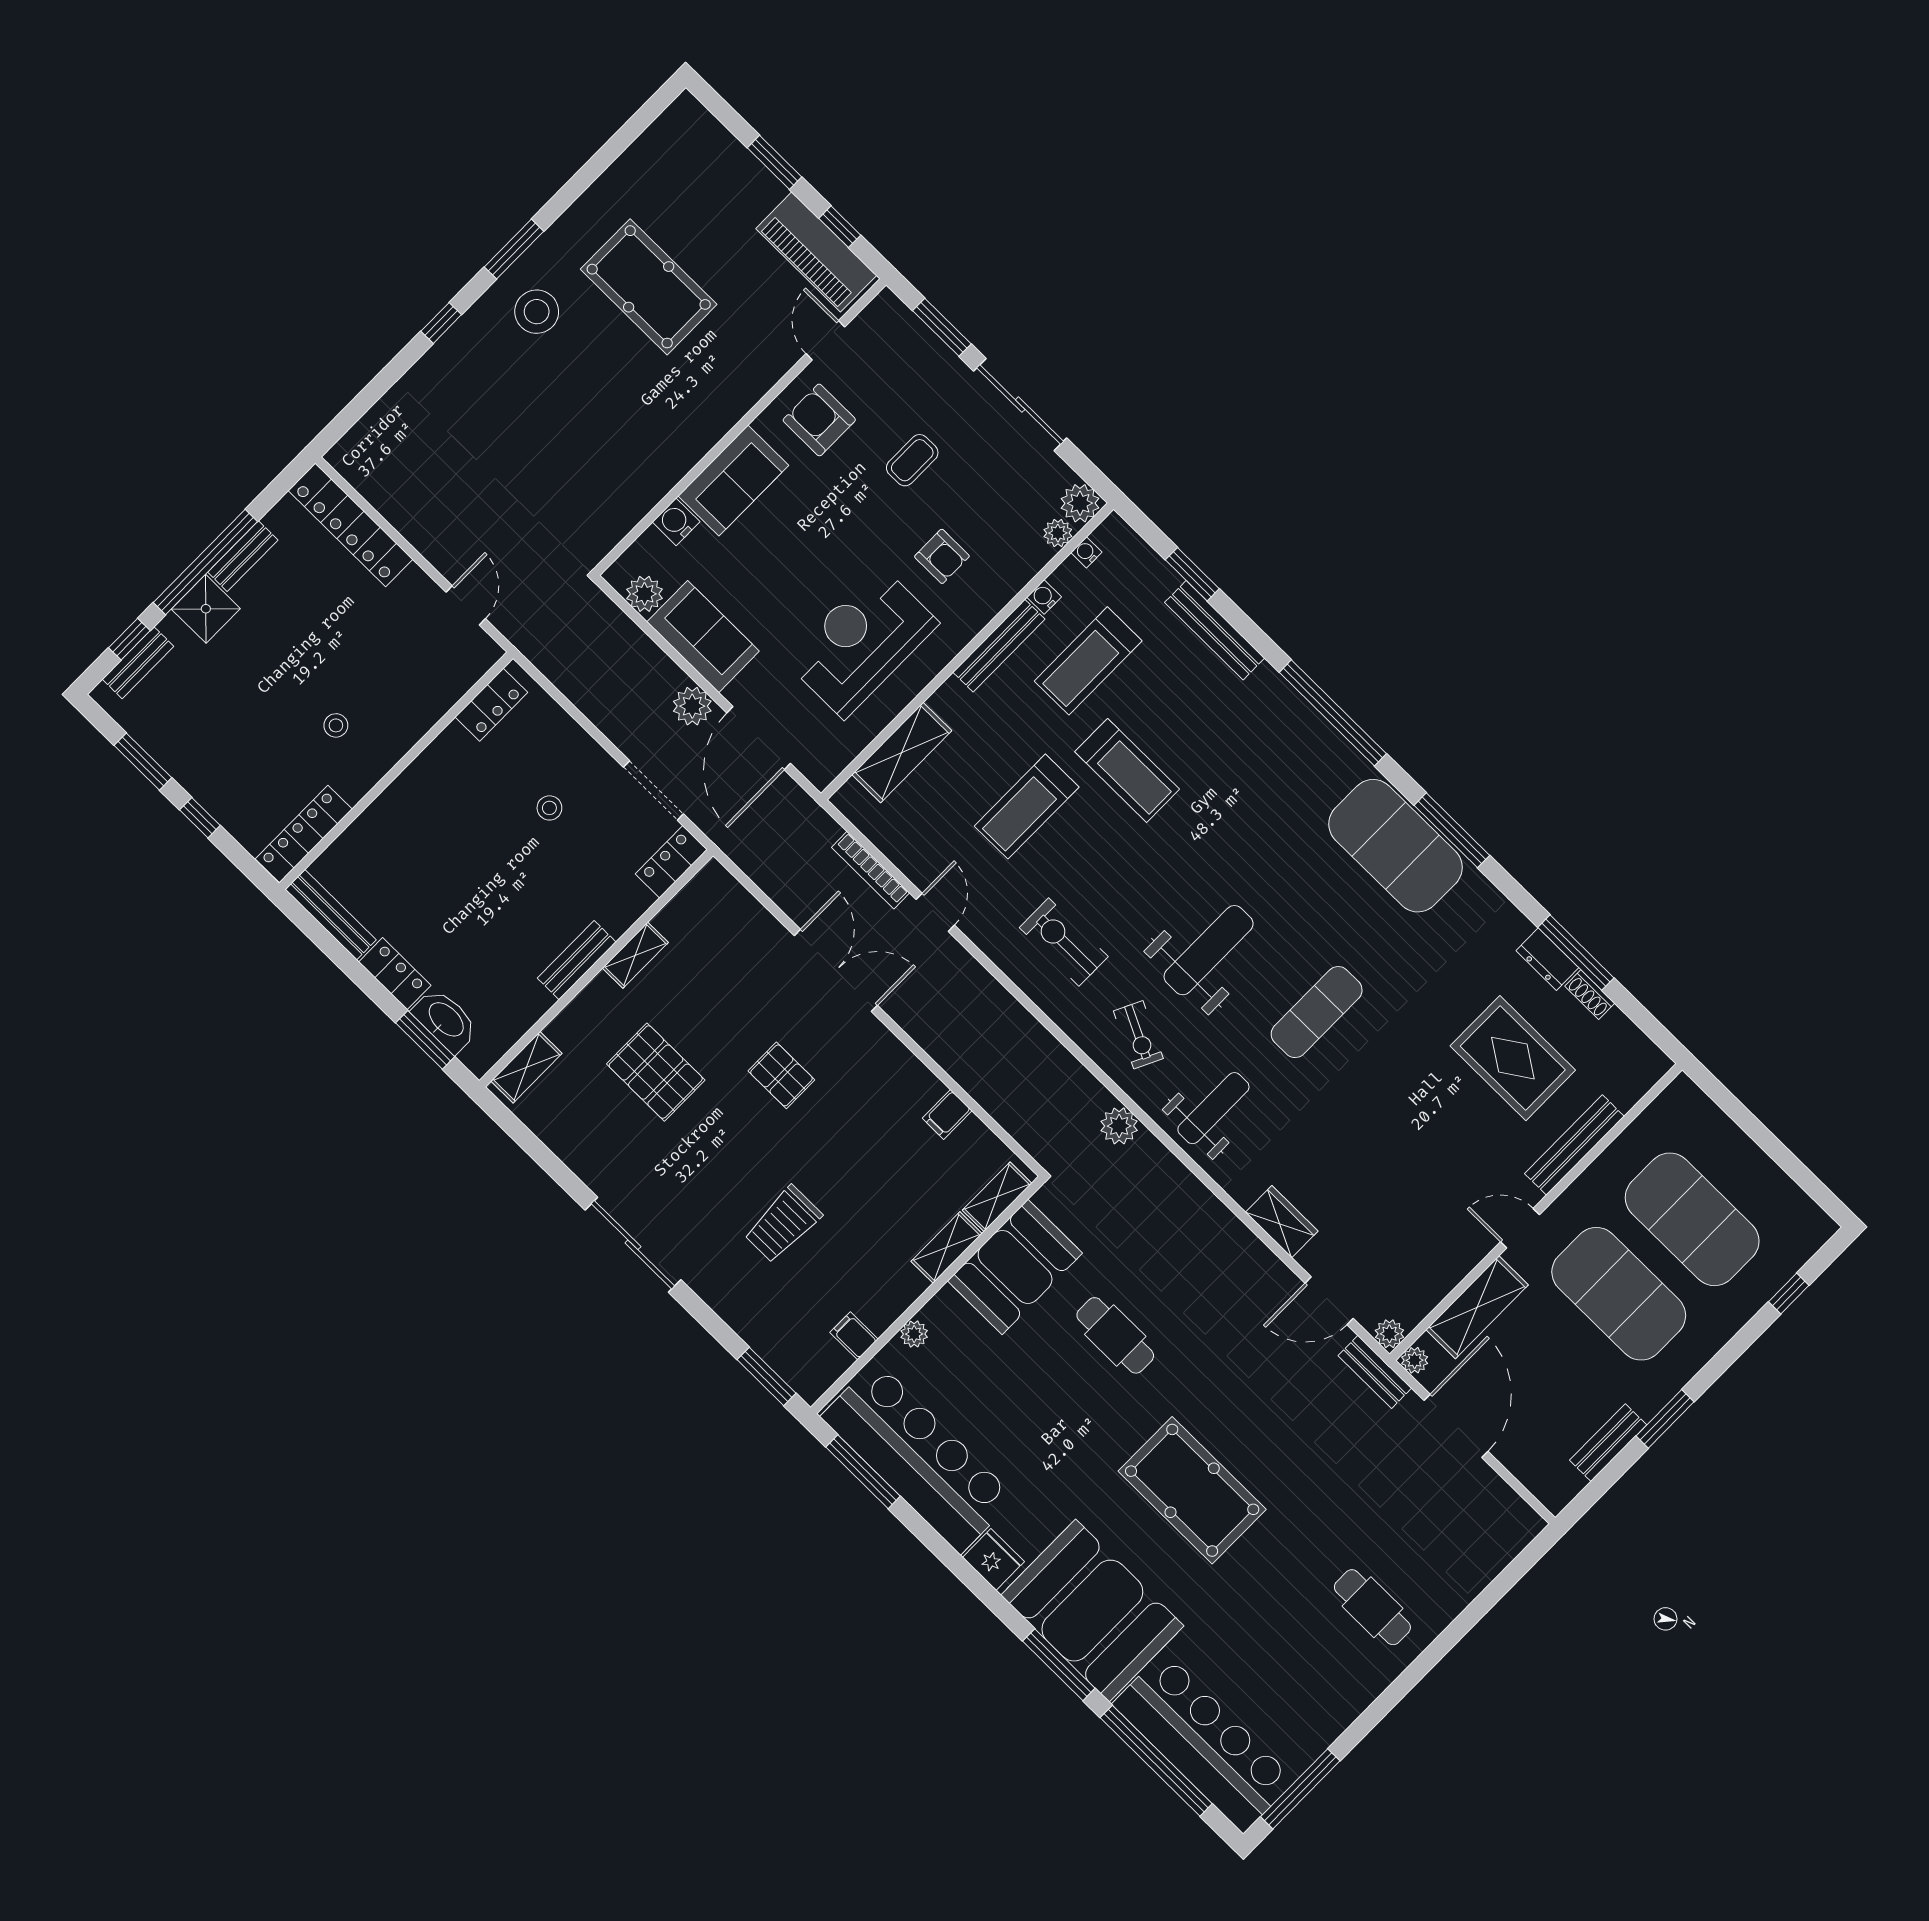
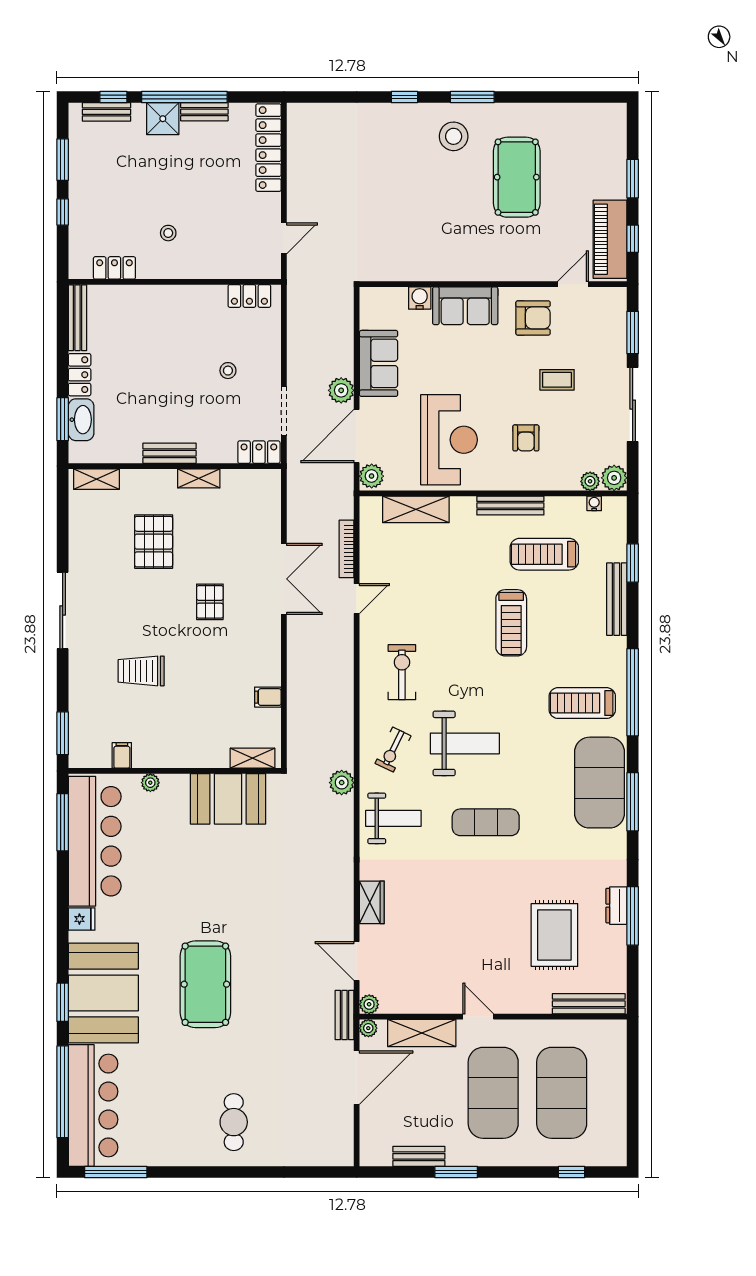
armchair: (819, 420) -> (533, 318), turned 90
plant: (645, 594) -> (372, 476), moved
water cooler: (1044, 597) -> (554, 504), removed
reception desk: (862, 642) -> (449, 440), turned 90
treadmill: (1027, 807) -> (582, 703), moved
locker: (304, 834) -> (114, 268), width x0.66
shoe rack: (1590, 995) -> (619, 942), removed
bench: (1574, 1145) -> (589, 1004), moved
shelving: (946, 1247) -> (206, 758), removed
cafe table: (1115, 1335) -> (242, 877), removed
fridge: (993, 1559) -> (82, 919), width x0.72
window: (1059, 1665) -> (63, 1002), width x0.69

